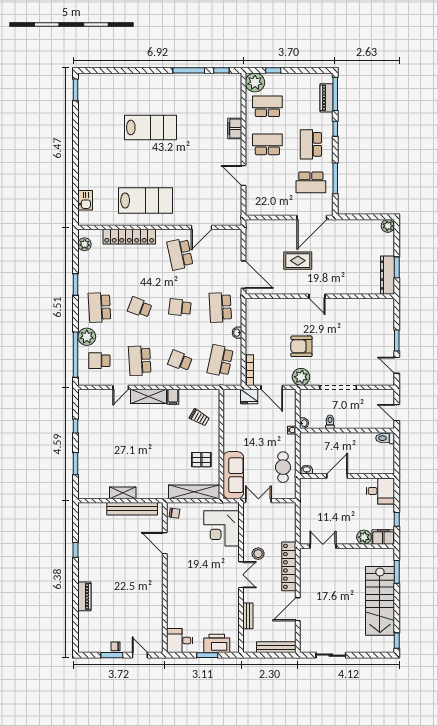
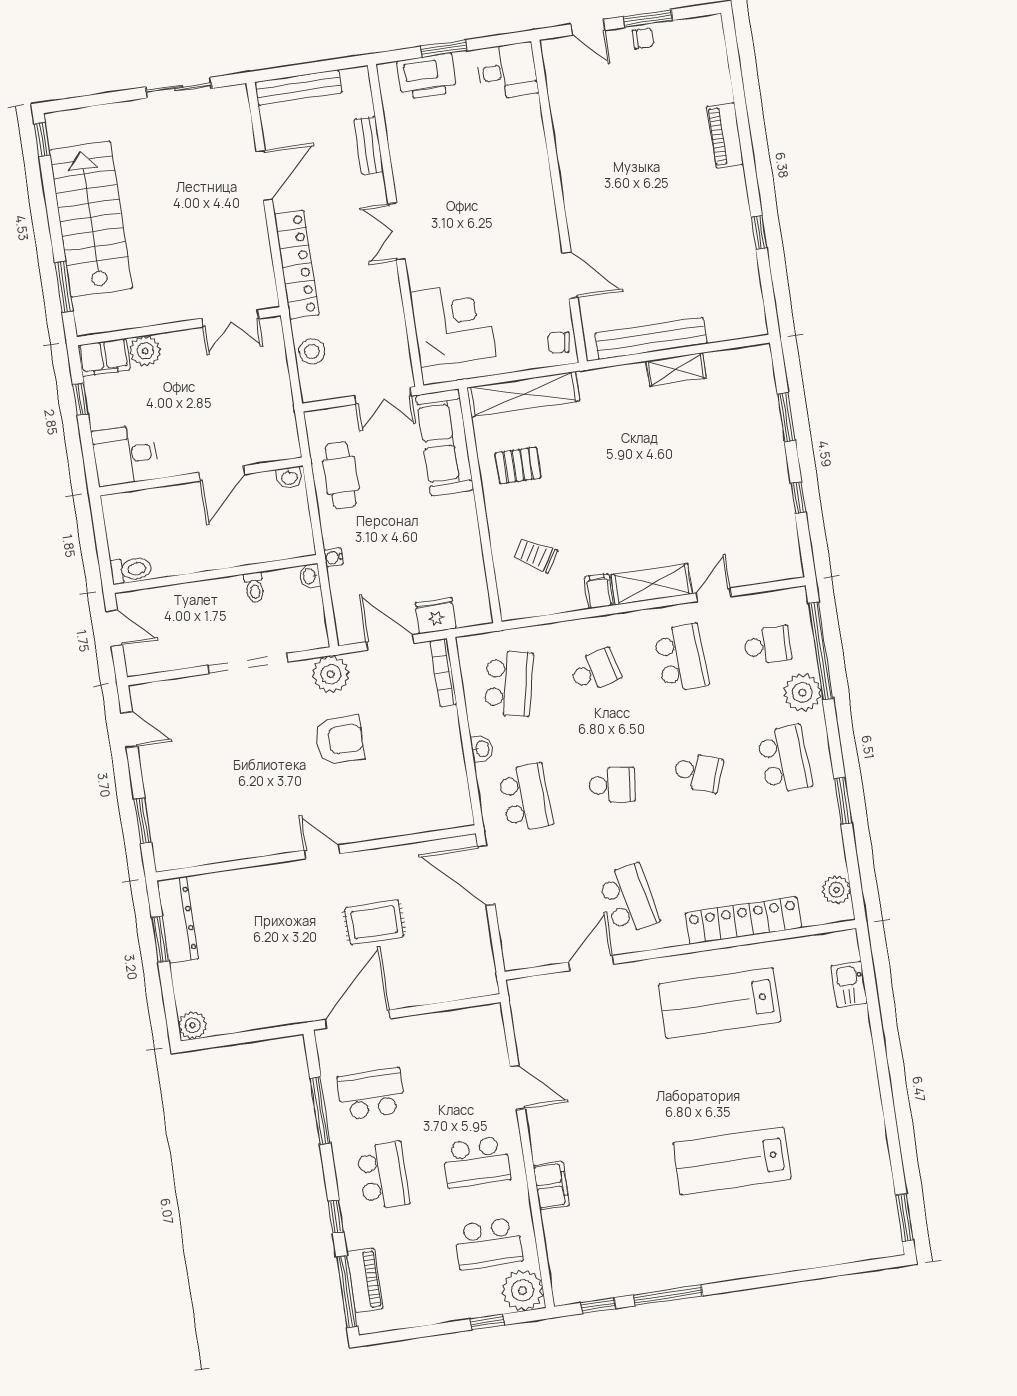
window: (397, 341) -> (143, 821), moved
school desk: (180, 361) -> (595, 671), turned -36
stool: (258, 554) -> (312, 351), moved

